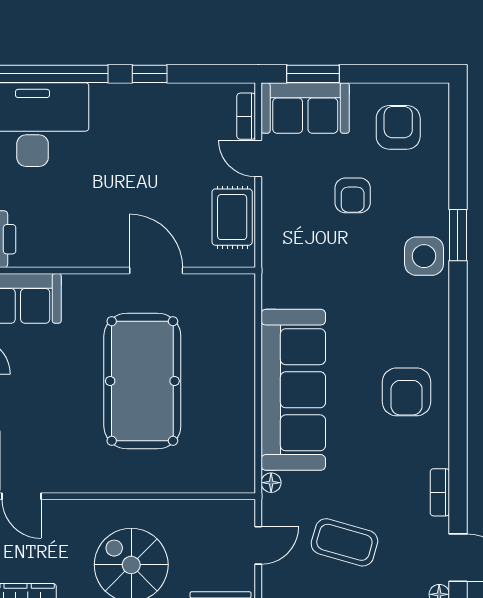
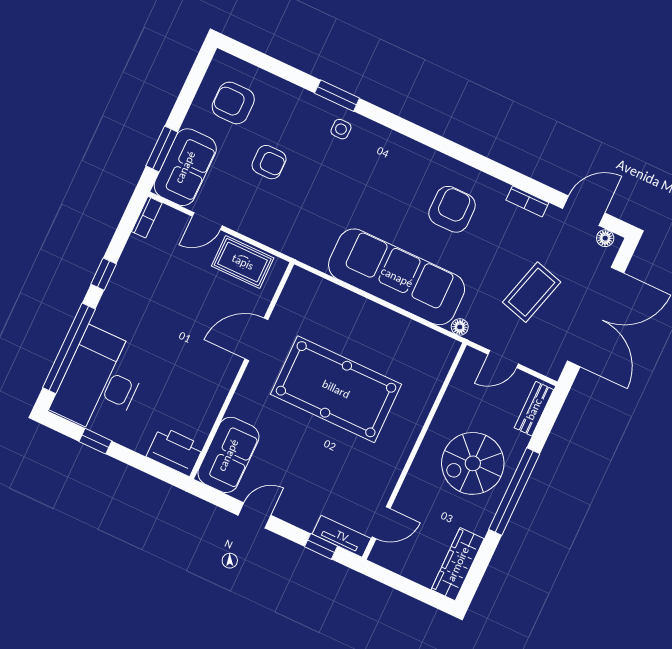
bookcase: (246, 116) -> (147, 217), moved, turned -90
side table: (424, 256) -> (341, 129), width x0.54, depth x0.54
armchair: (407, 392) -> (452, 209), moved, turned -90
door: (258, 545) -> (503, 359), swing flipped

